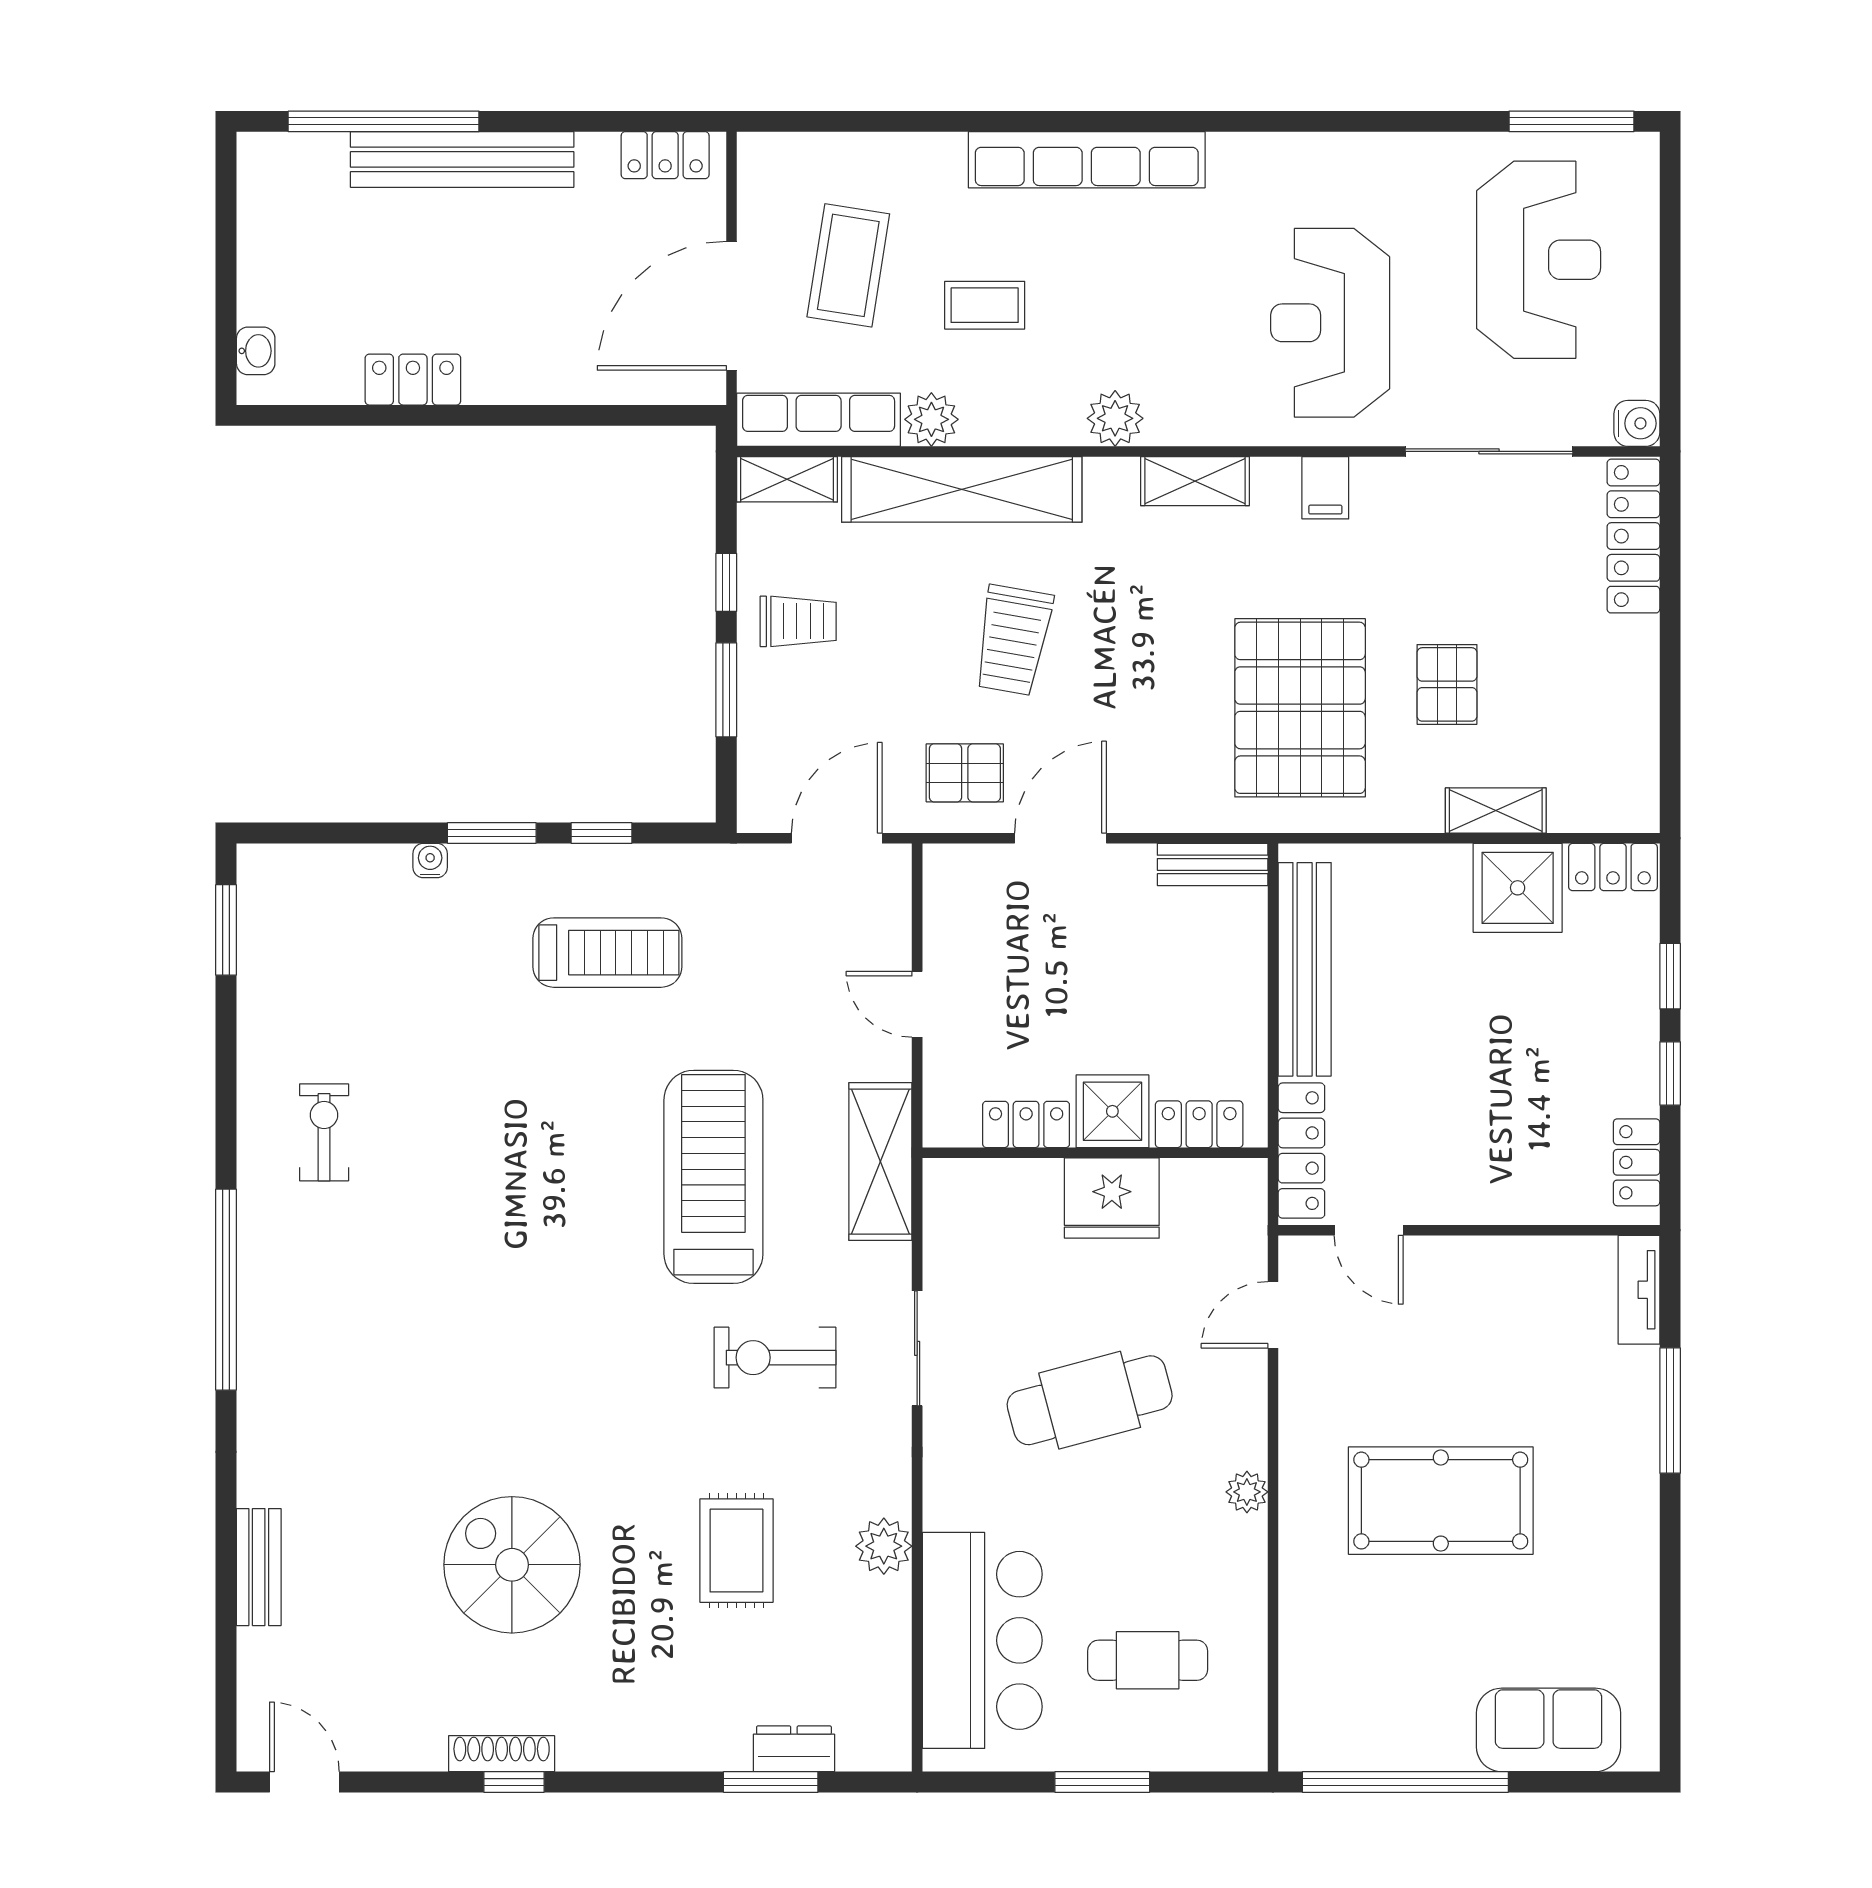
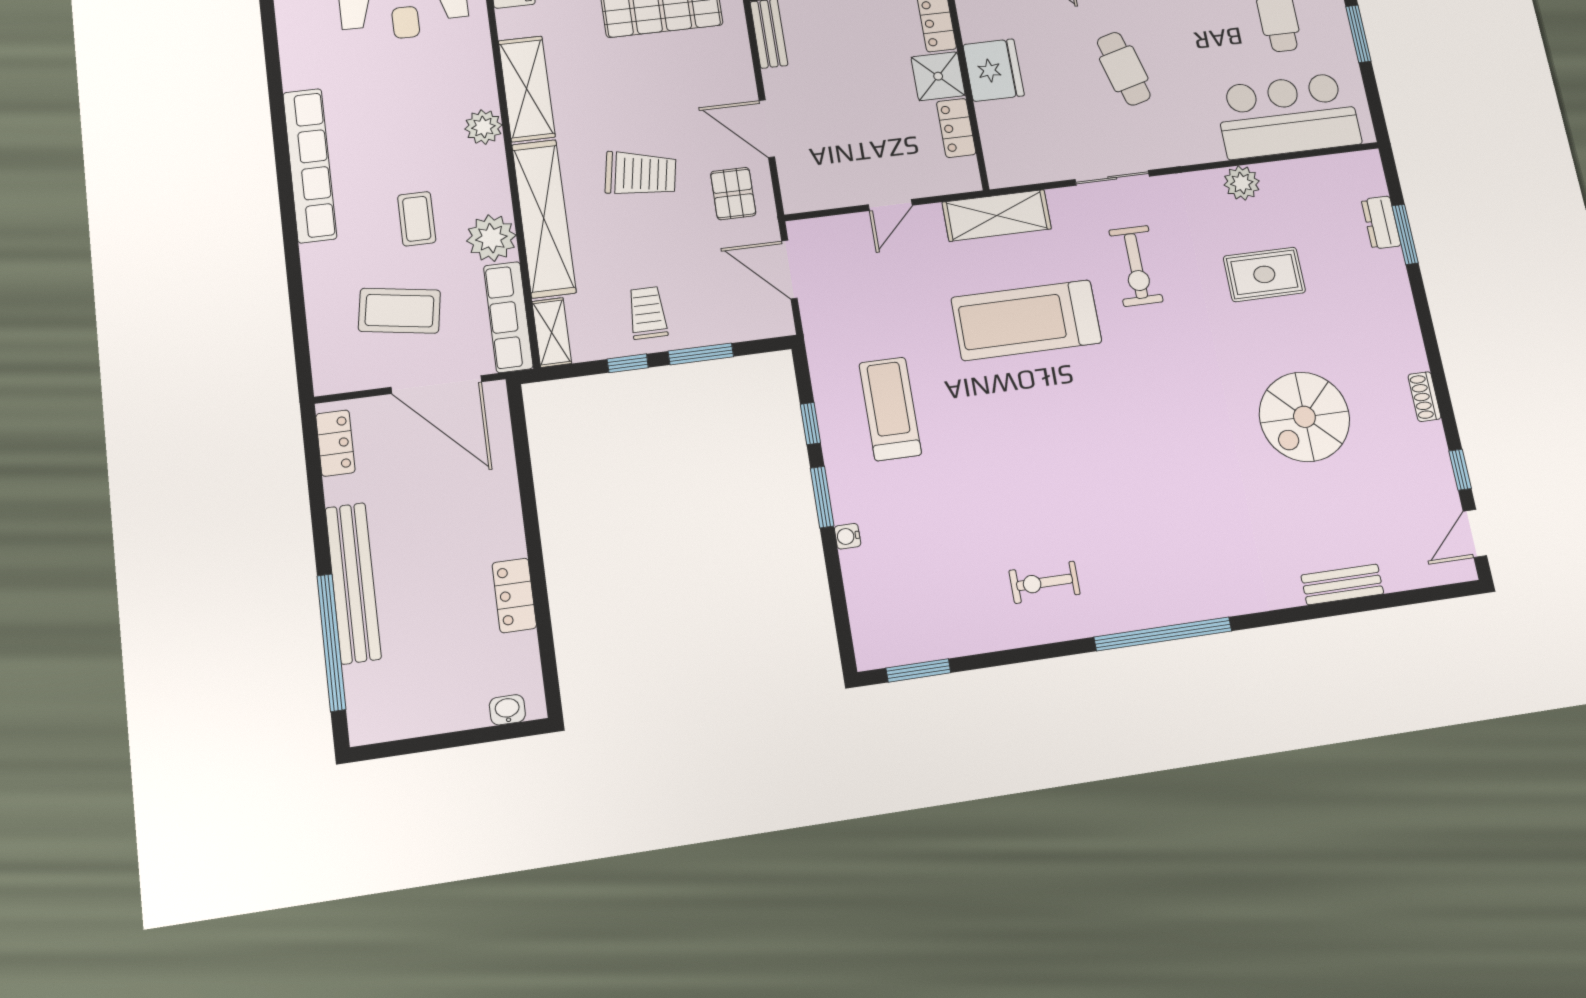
plant: (931, 419) -> (491, 238), width x1.36, depth x1.36
shelving: (1195, 481) -> (527, 89), width x1.50, depth x1.33
cafe table: (1090, 1400) -> (1124, 69), width x0.73, depth x0.74
shoe rack: (502, 1754) -> (1424, 397), width x0.70
window: (514, 1782) -> (1460, 470), moved

